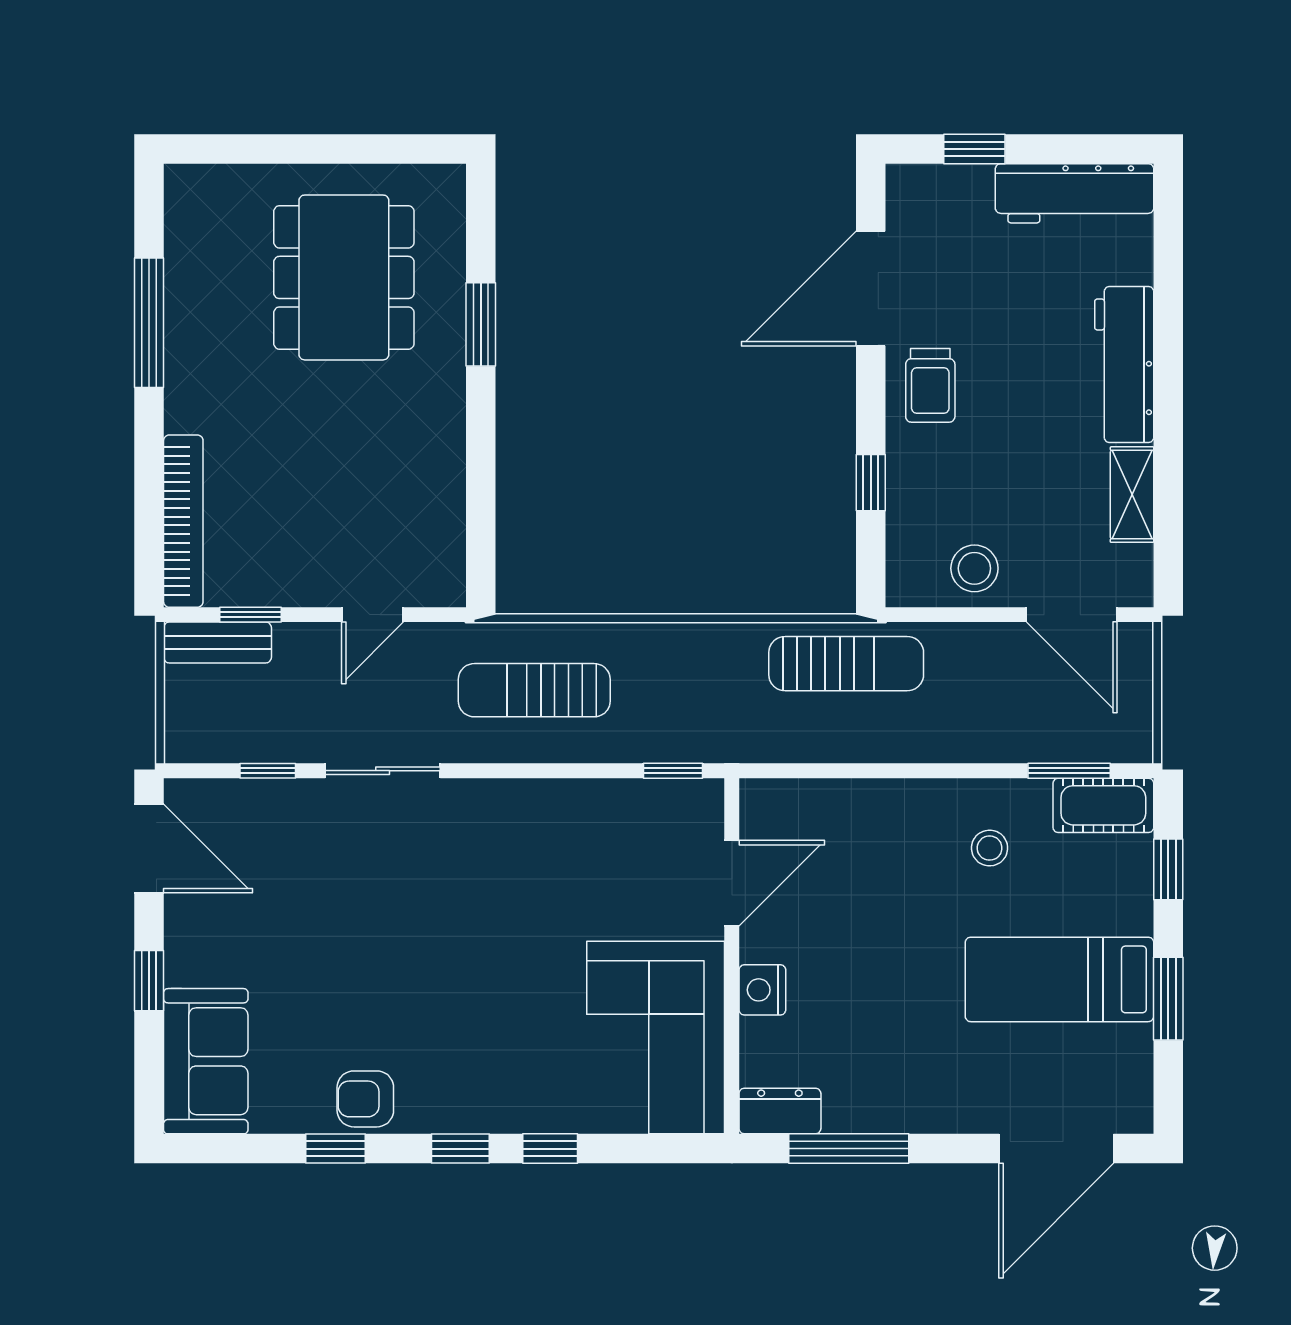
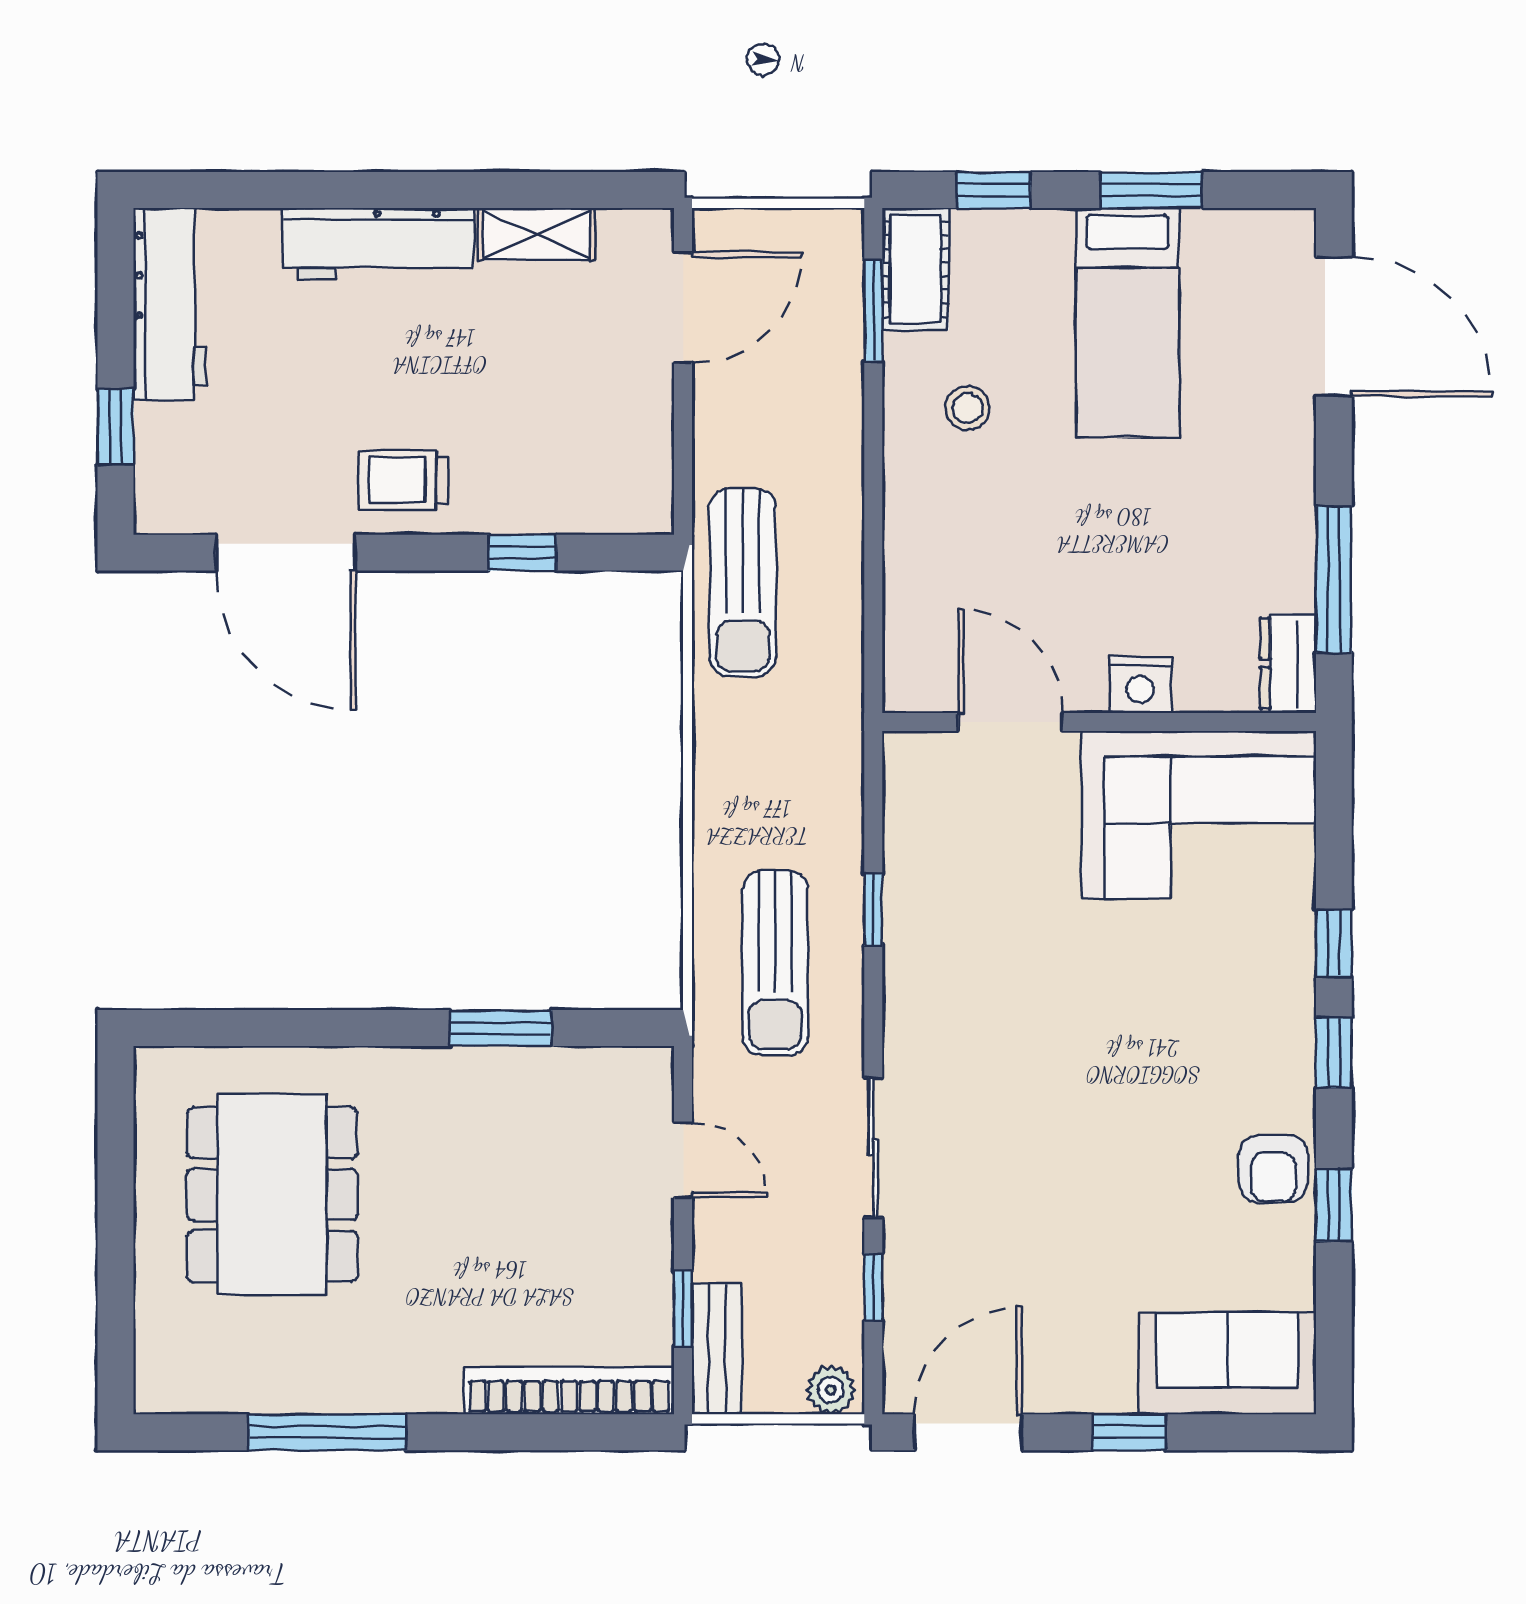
dining table: (344, 277) -> (272, 1195), turned 90
window: (481, 324) -> (501, 1028), moved
trolley: (930, 385) -> (404, 480), turned 180
stool: (974, 568) -> (627, 426), removed
sun lounger: (846, 664) -> (743, 583), turned 180
plant: (184, 736) -> (831, 1390), added
window: (673, 771) -> (873, 910), moved

